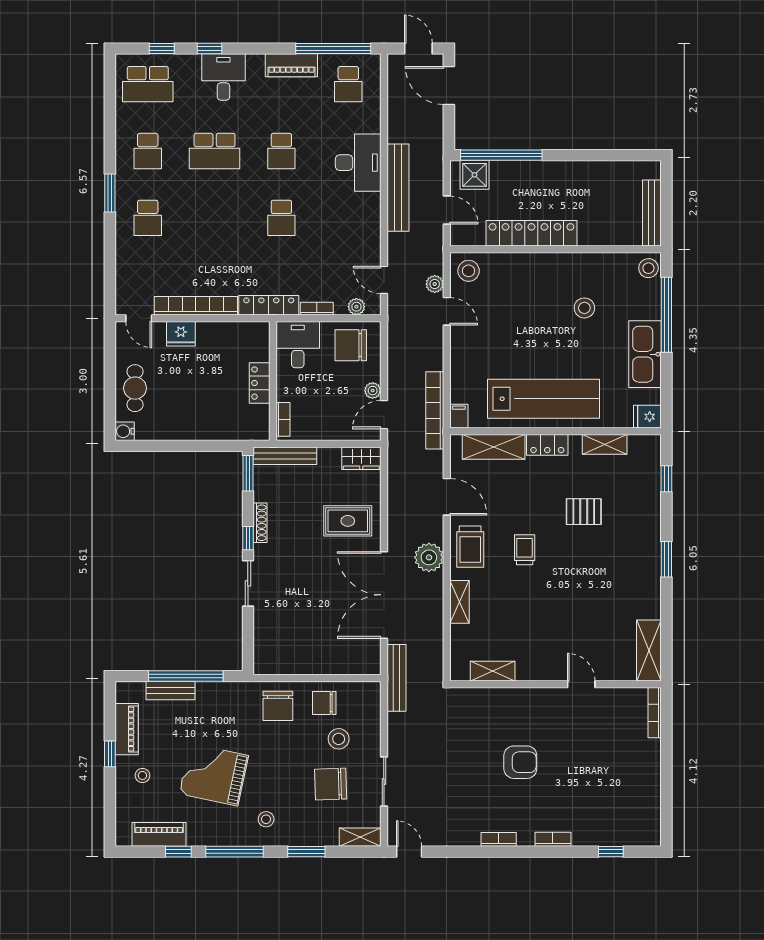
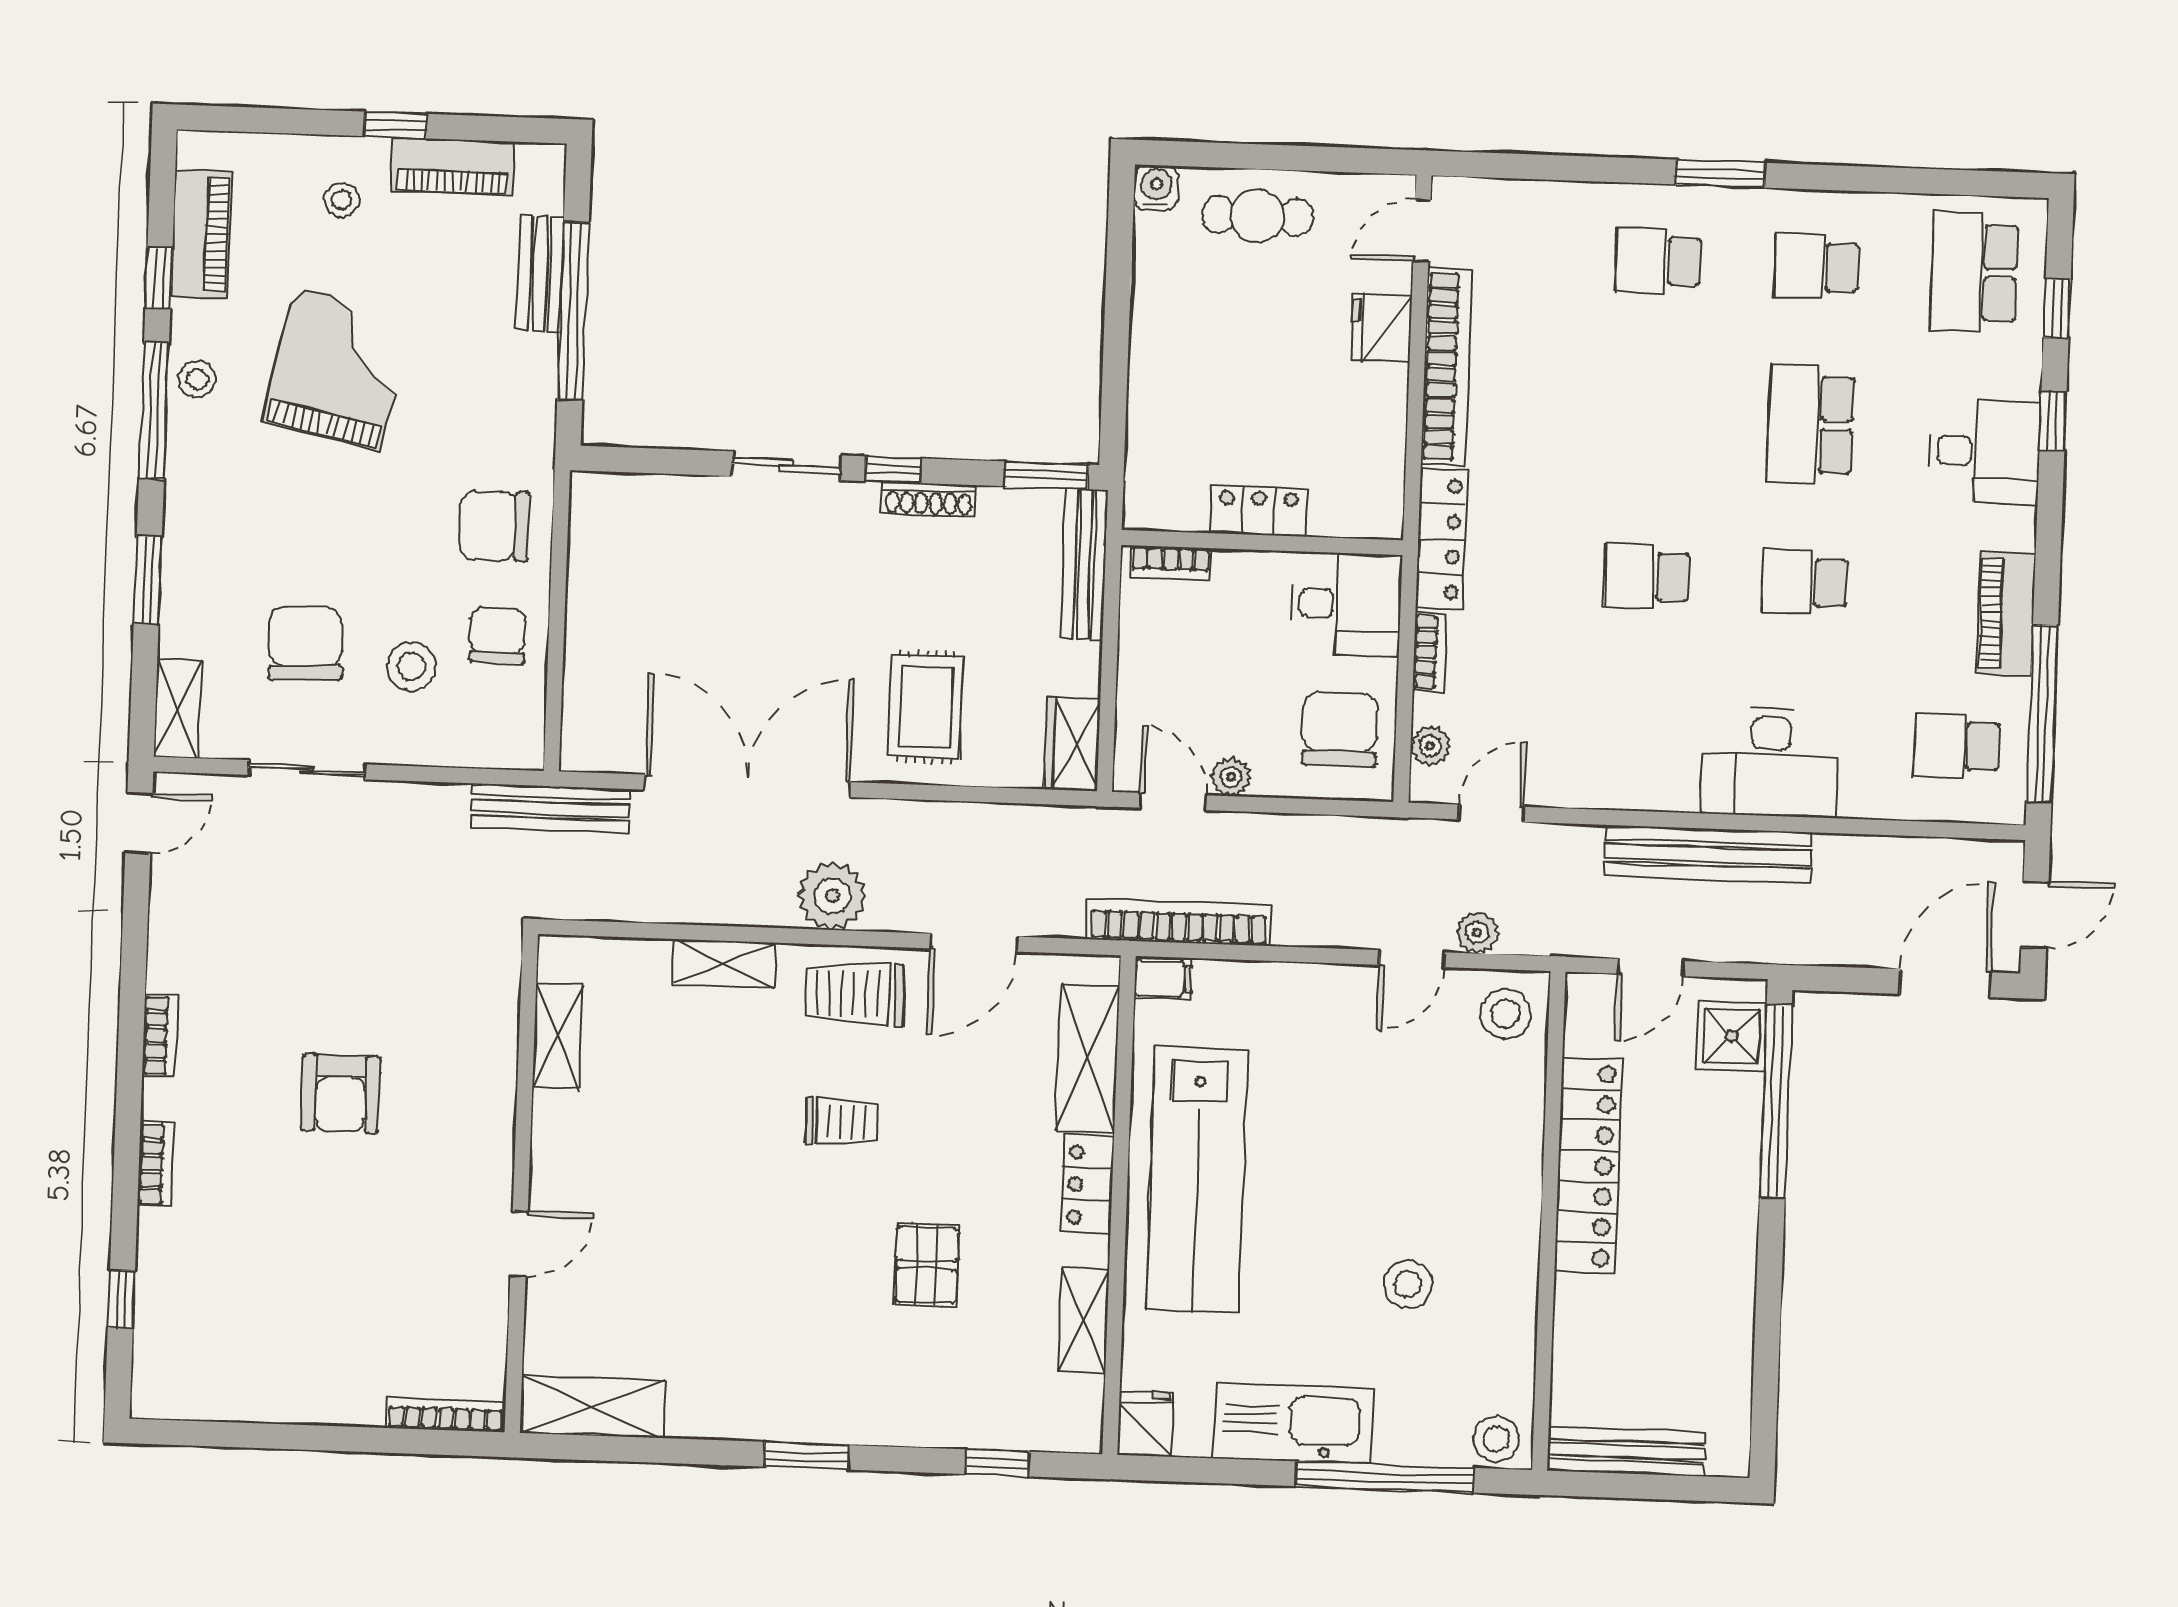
stool: (266, 819) -> (197, 379), moved

